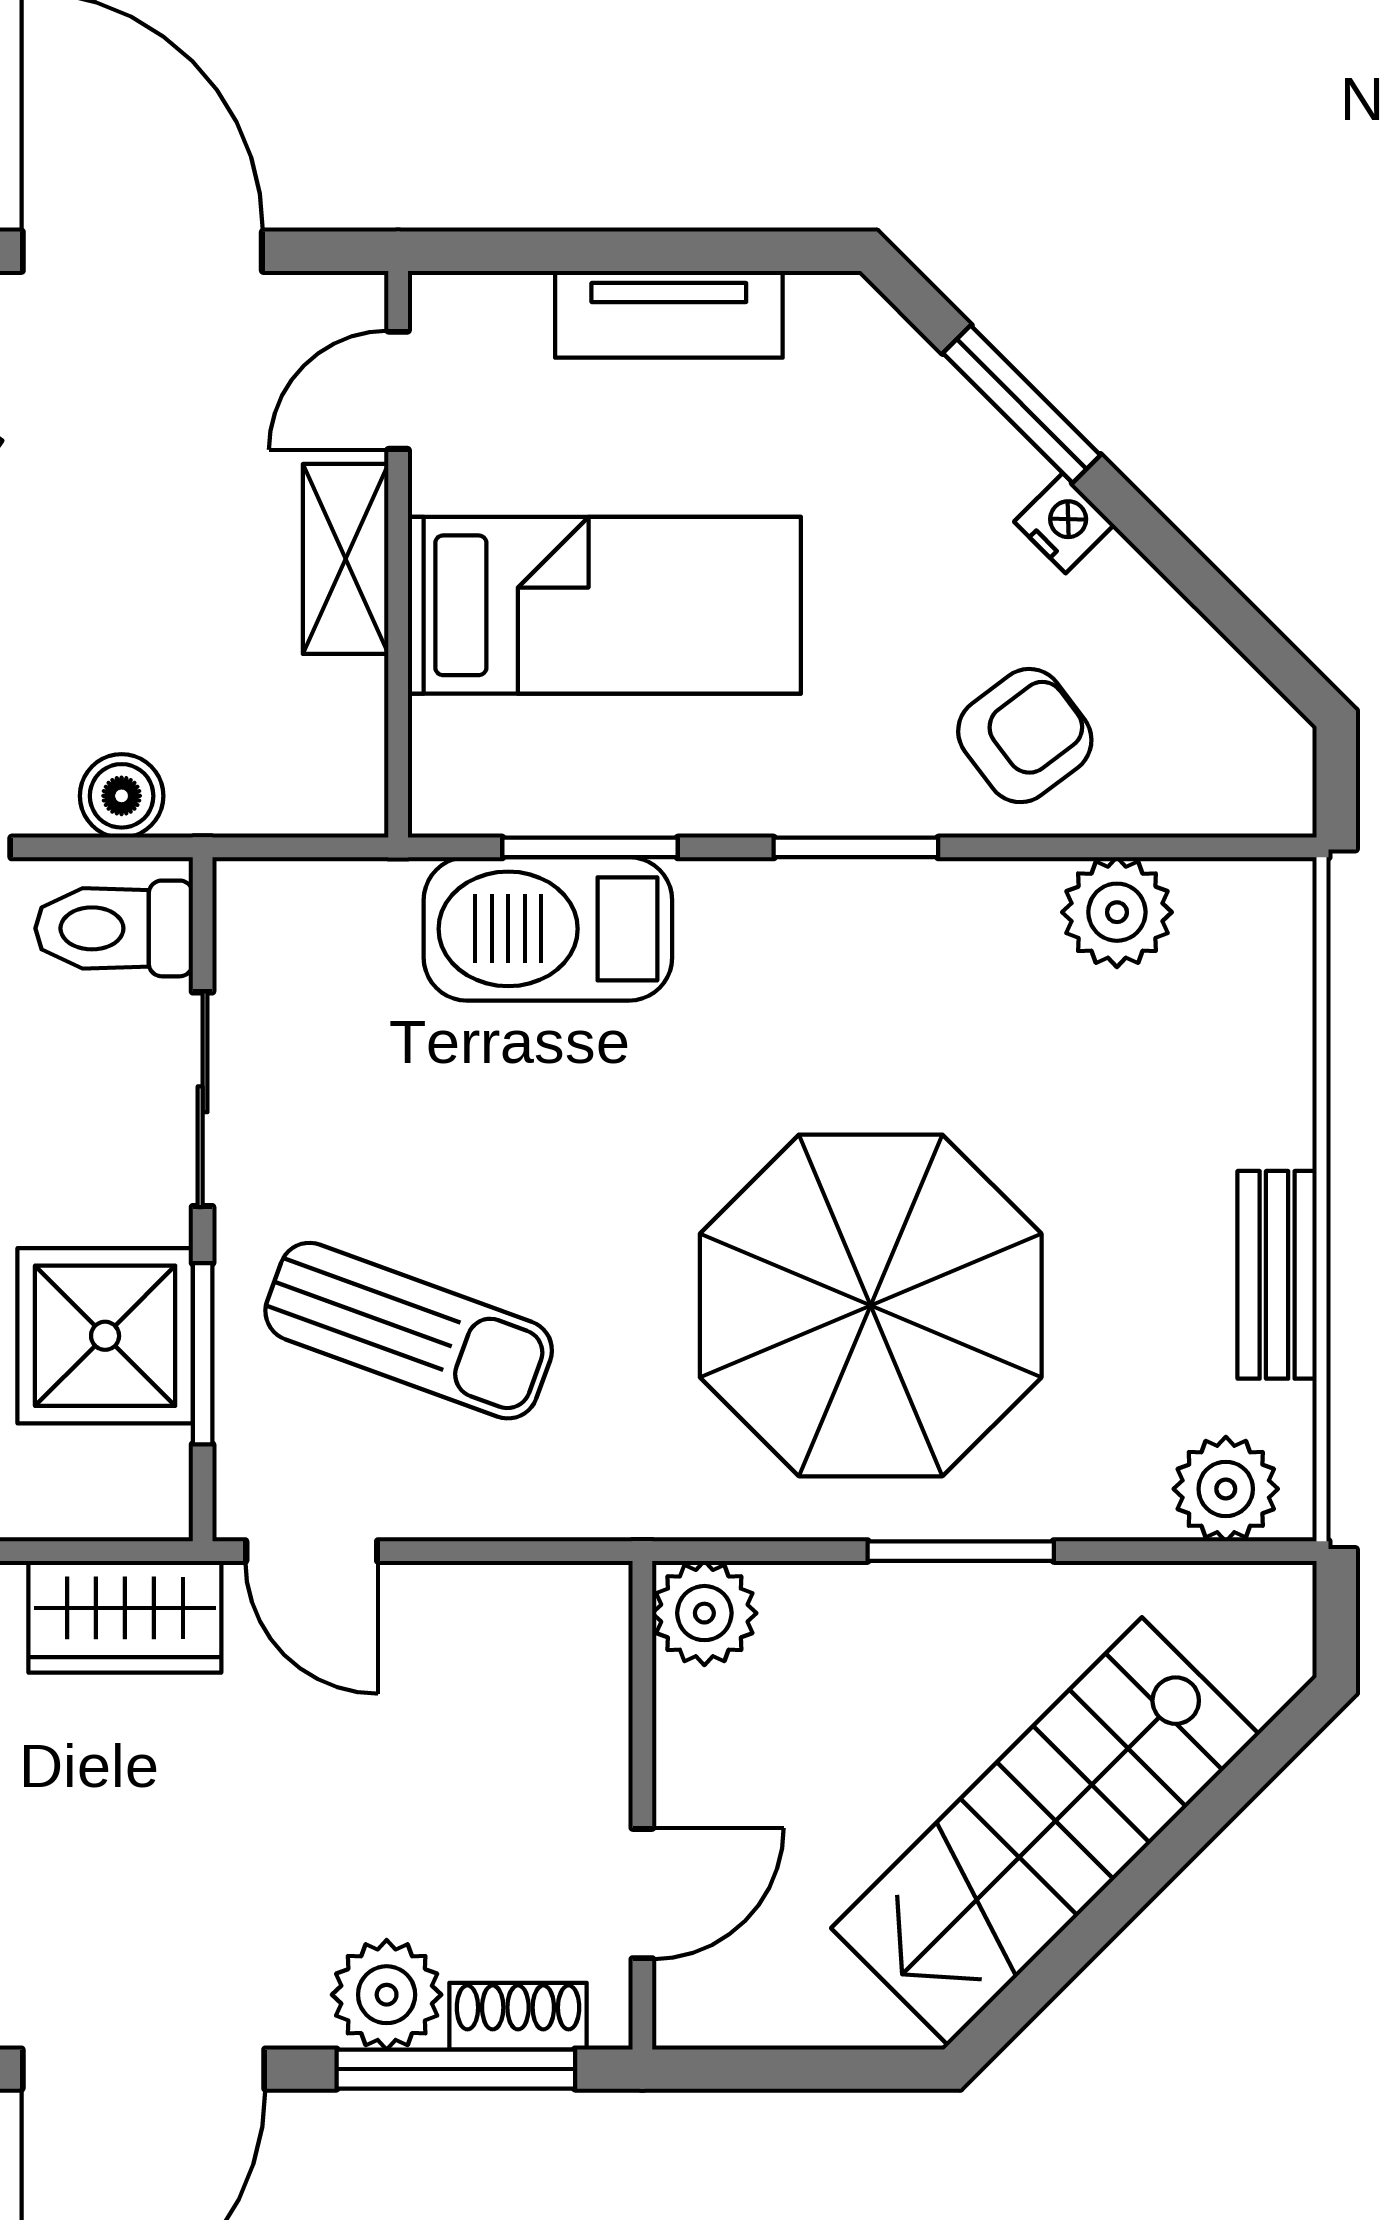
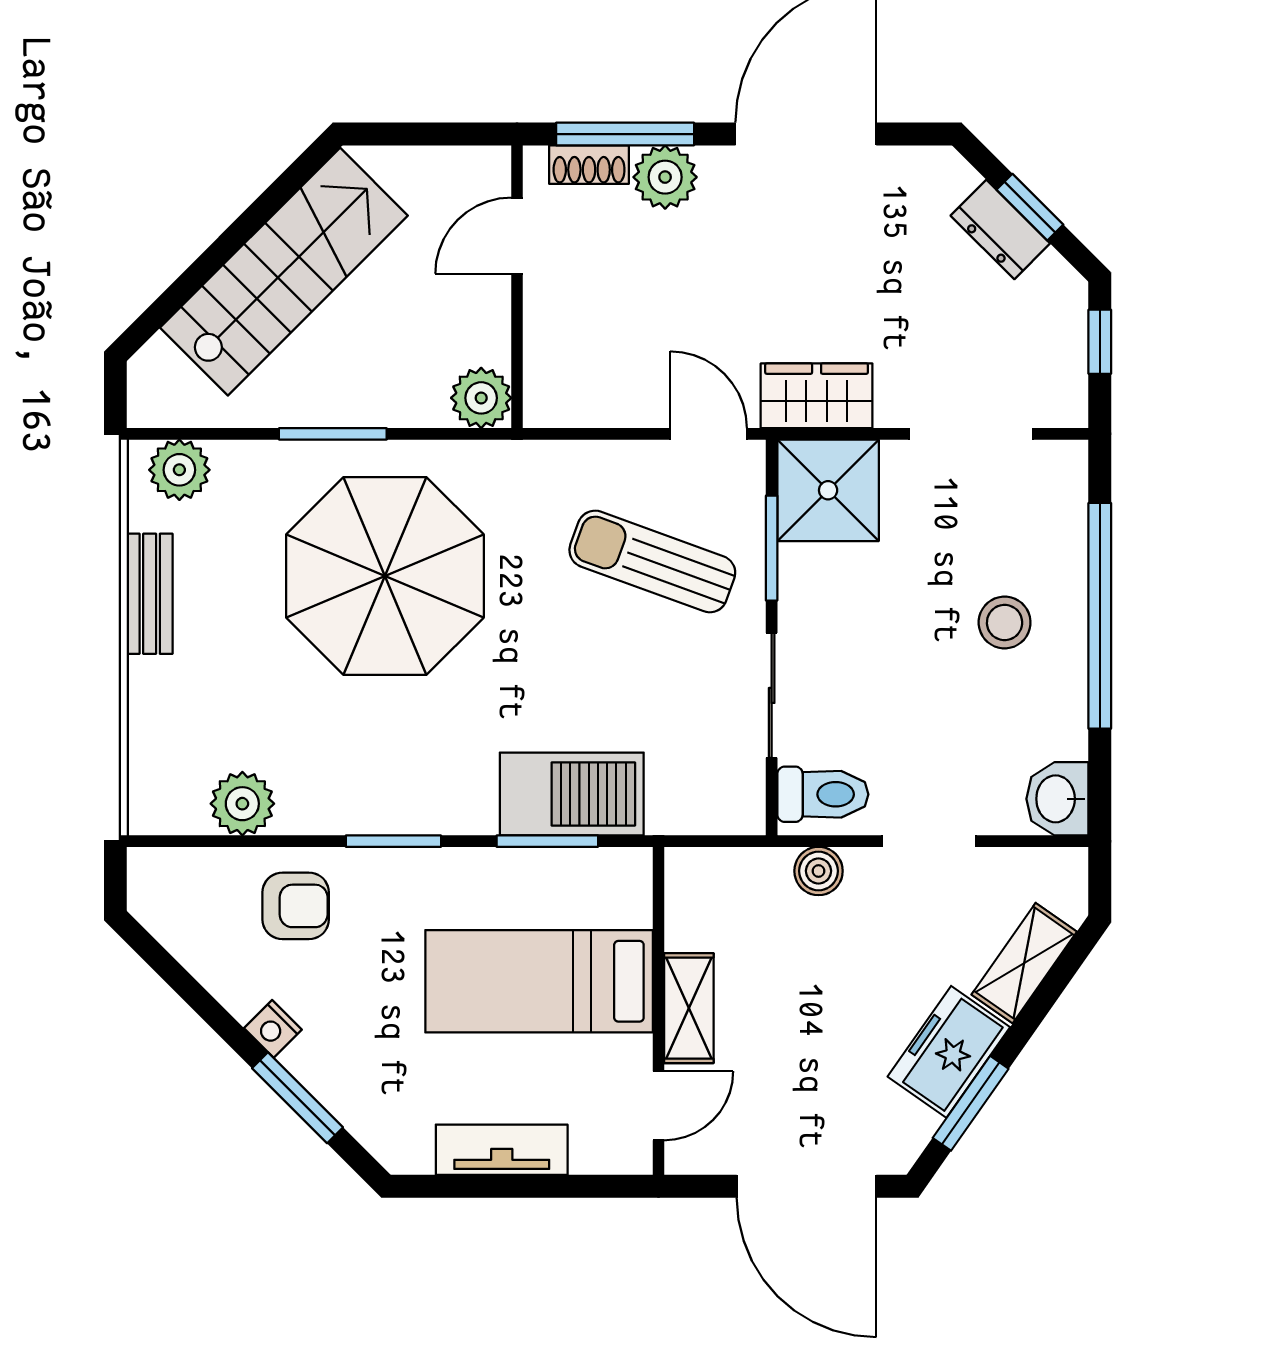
armchair: (1025, 736) -> (296, 906), turned -143
shower: (105, 1336) -> (828, 490), moved

